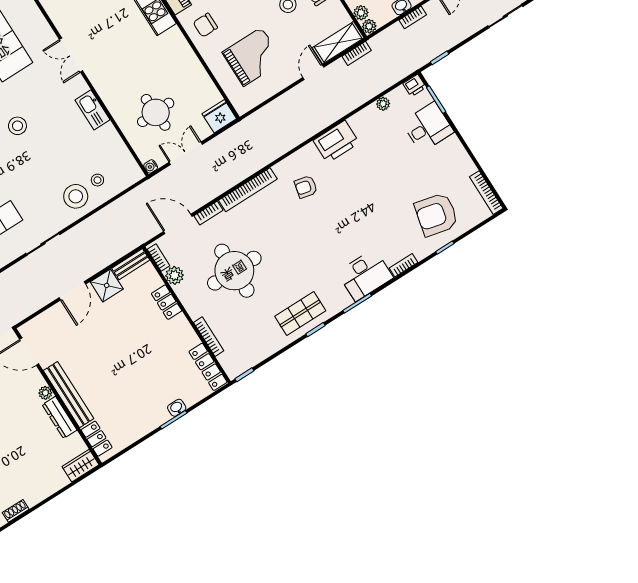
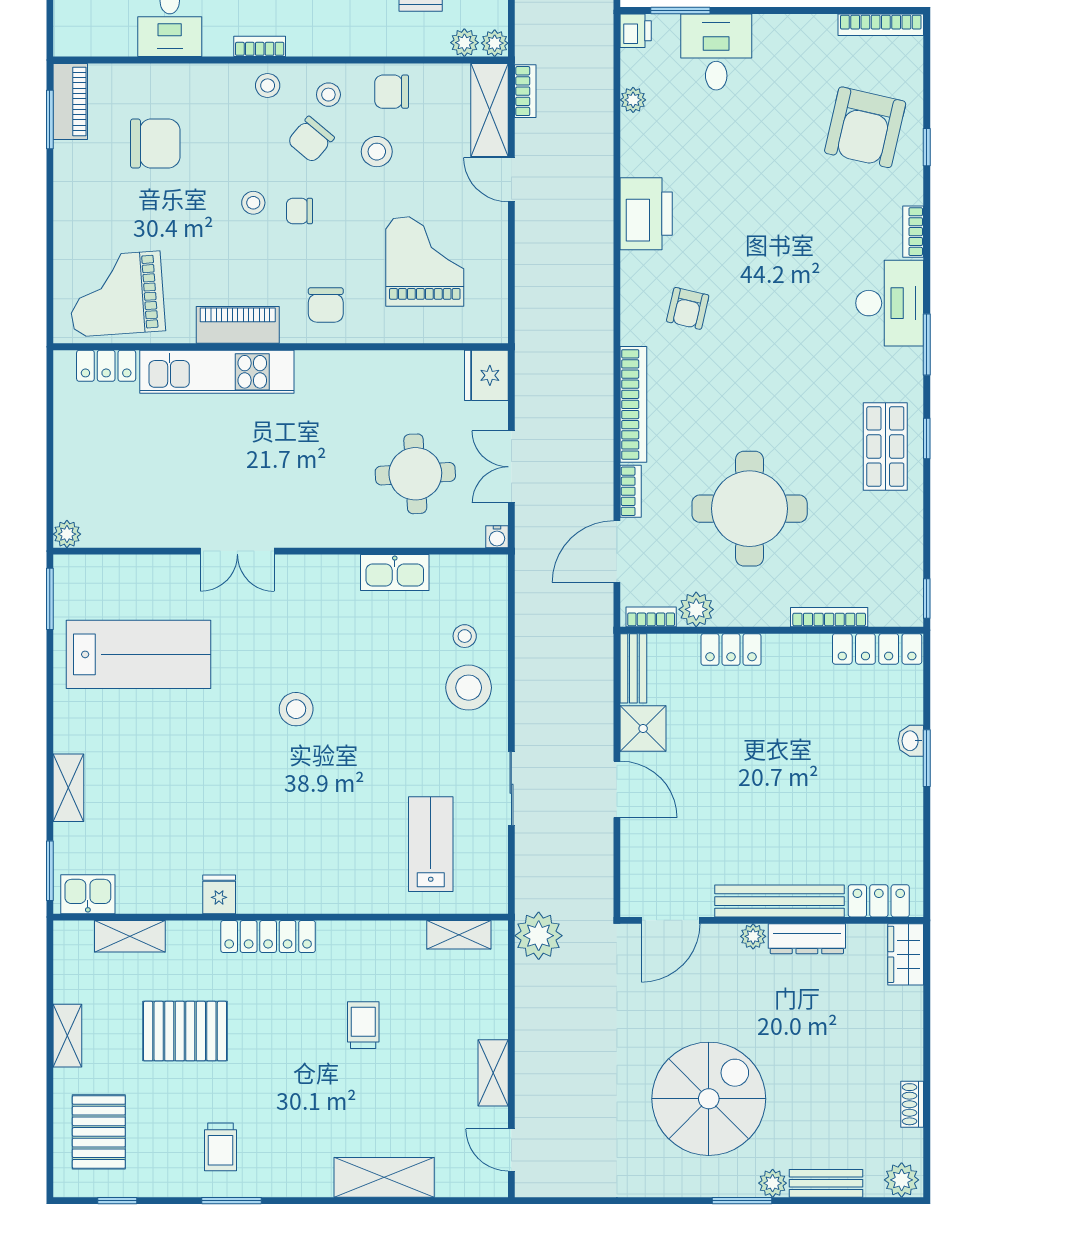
kitchen sink: (93, 110) -> (395, 572), moved

